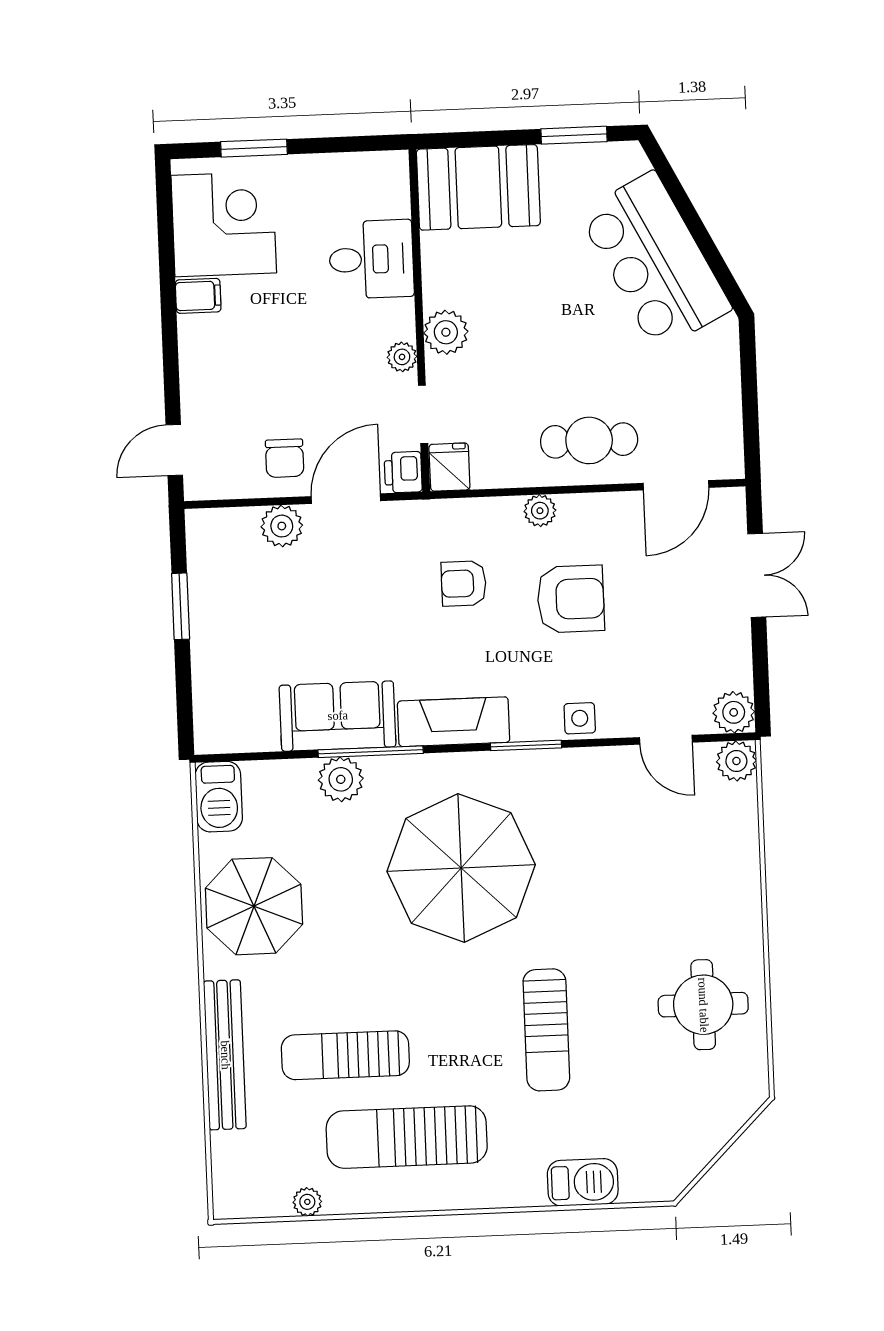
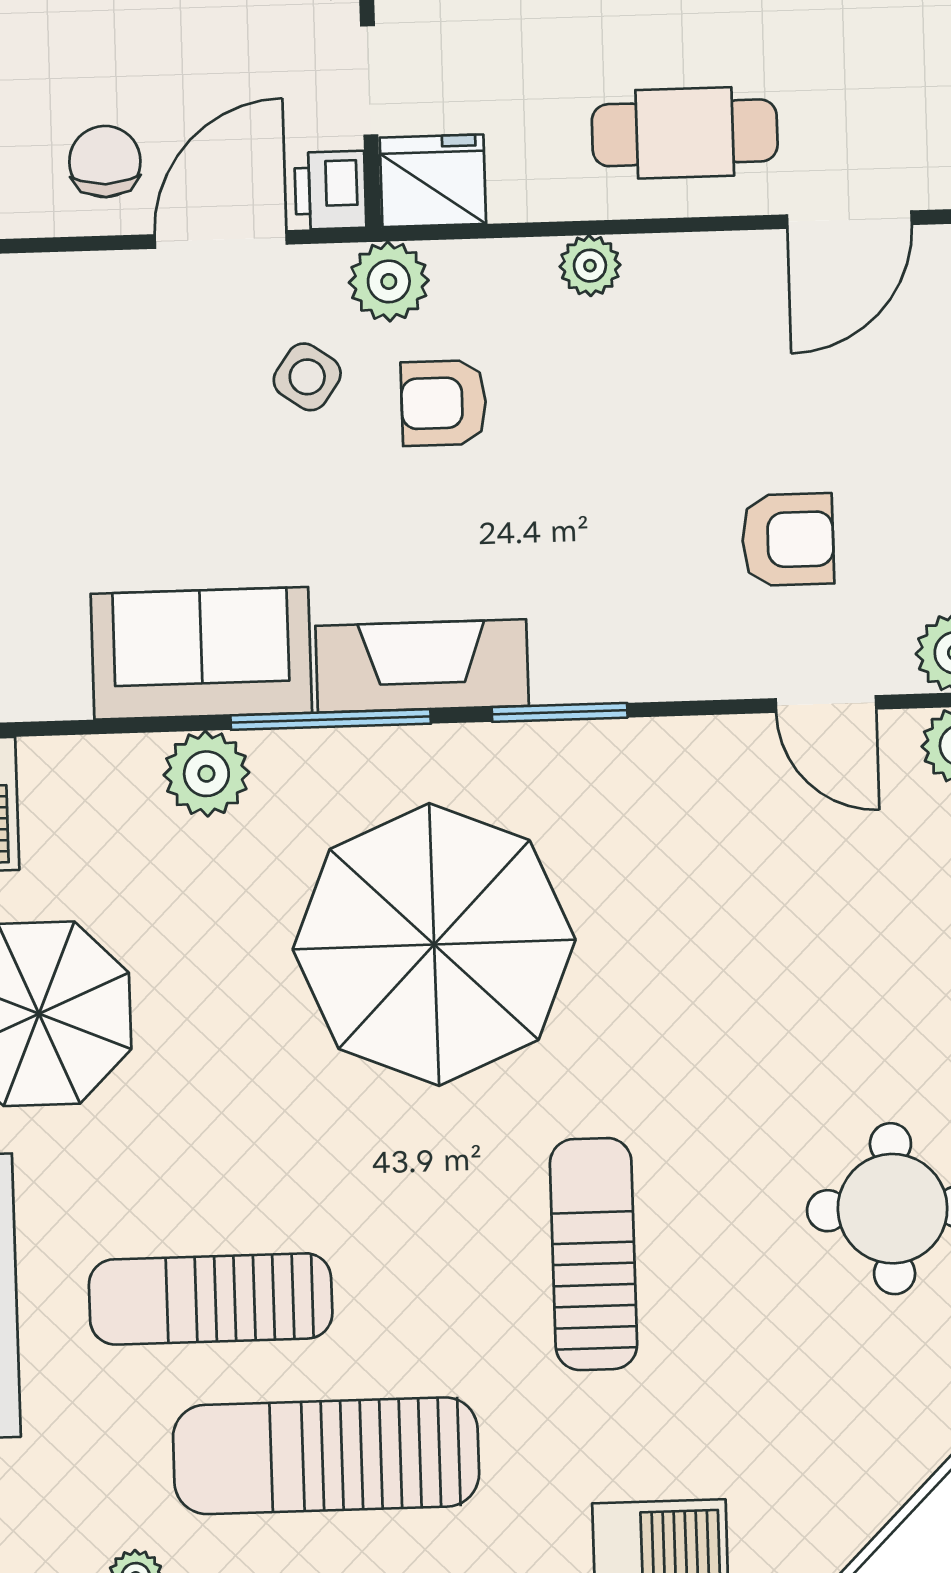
chair: (285, 458) -> (105, 162), turned 180
fridge: (449, 467) -> (433, 181), width x1.38
plant: (282, 526) -> (389, 281), moved
armchair: (571, 599) -> (788, 540), moved, width x0.72, depth x0.72
side table: (580, 718) -> (307, 377), moved, turned 35
window: (371, 752) -> (331, 720), moved
sun lounger: (546, 1030) -> (594, 1254), turned 180

